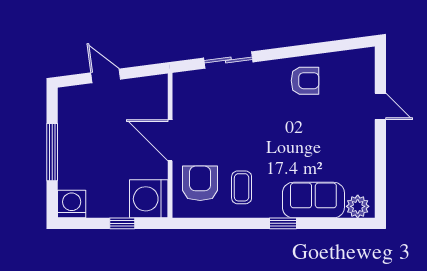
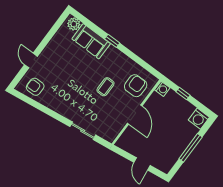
armchair: (305, 81) -> (35, 87), moved
armchair: (200, 183) -> (136, 86), turned 180
coffee table: (242, 187) -> (105, 87), moved
washing machine: (149, 199) -> (162, 89), width x0.53, depth x0.53

